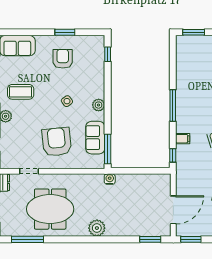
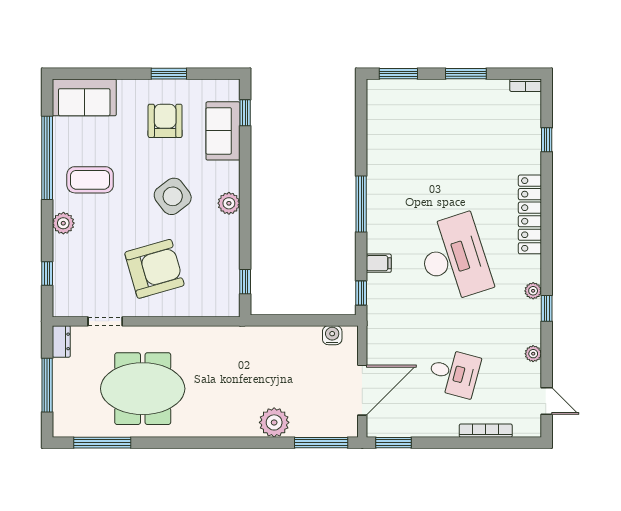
side table: (67, 101) -> (173, 196), width x1.87, depth x1.87
sofa: (95, 138) -> (223, 131), moved
armchair: (57, 142) -> (154, 269), turned 80
window: (108, 149) -> (245, 282), width x0.46
water cooler: (110, 179) -> (332, 335), moved
plant: (97, 228) -> (274, 422), moved
window: (150, 239) -> (321, 443), width x1.44

